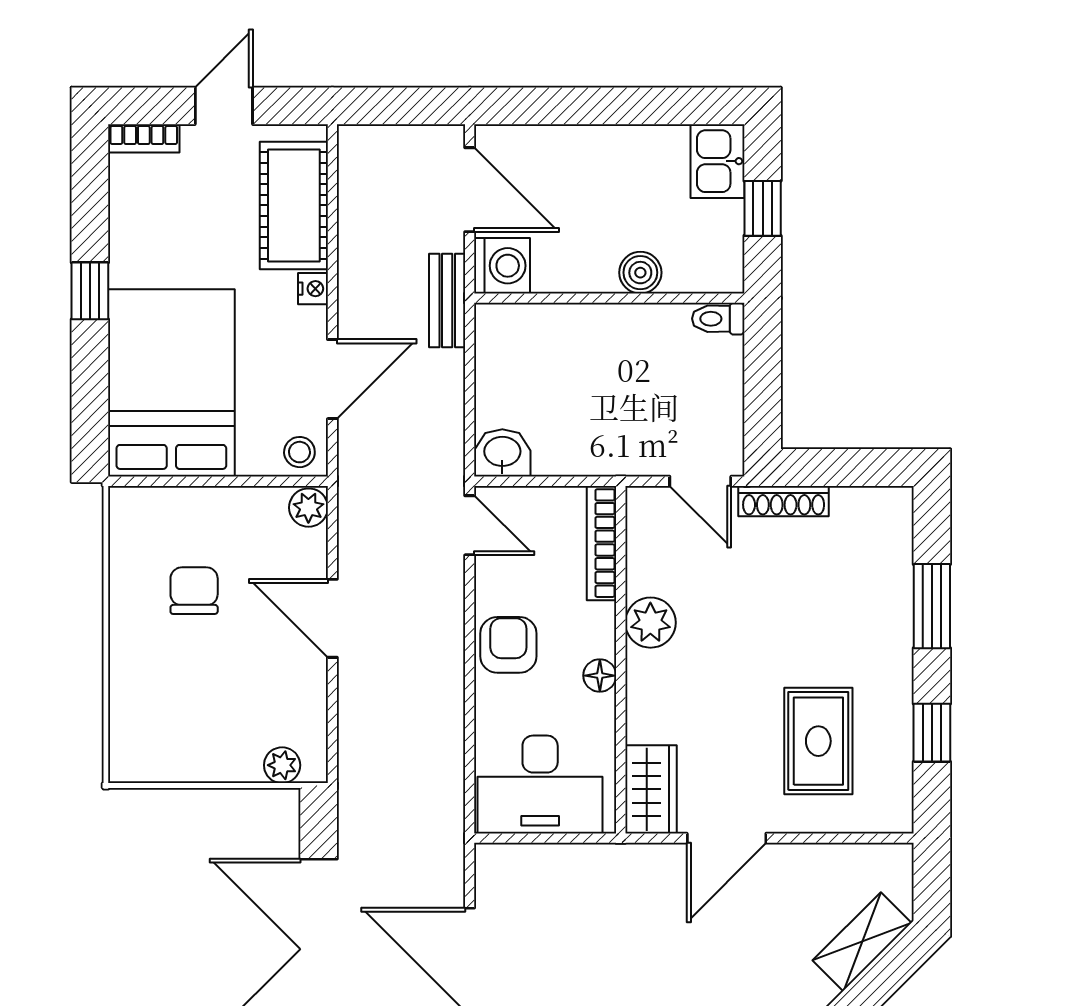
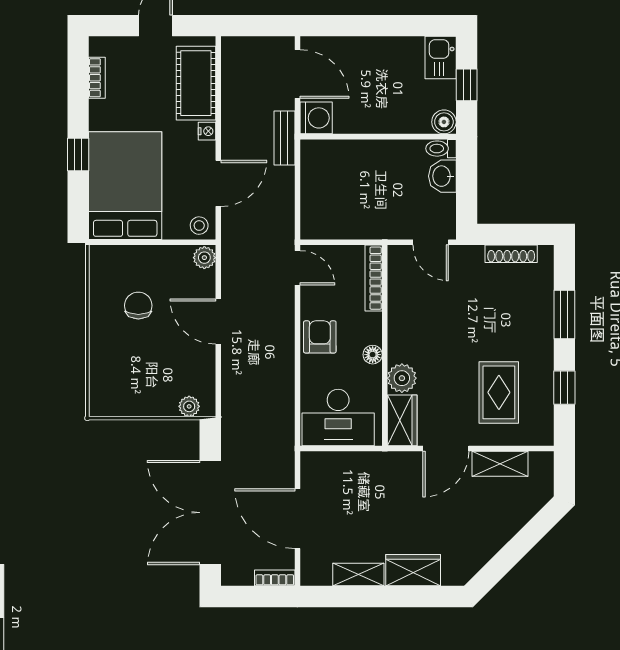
bookcase: (144, 138) -> (97, 78), moved, turned -90
boiler: (640, 273) -> (444, 122), moved
window: (90, 291) -> (78, 155), moved
washbasin: (502, 453) -> (442, 176), moved, turned -90
shoe rack: (784, 501) -> (511, 254), moved
plant: (650, 623) -> (402, 378), moved
shelving: (862, 942) -> (500, 464), moved, turned 45

